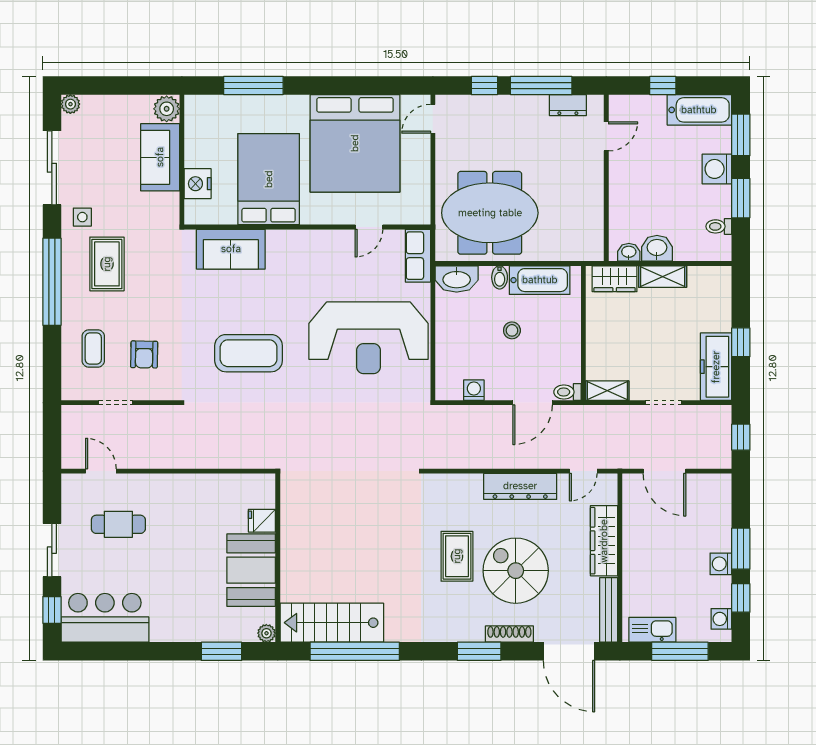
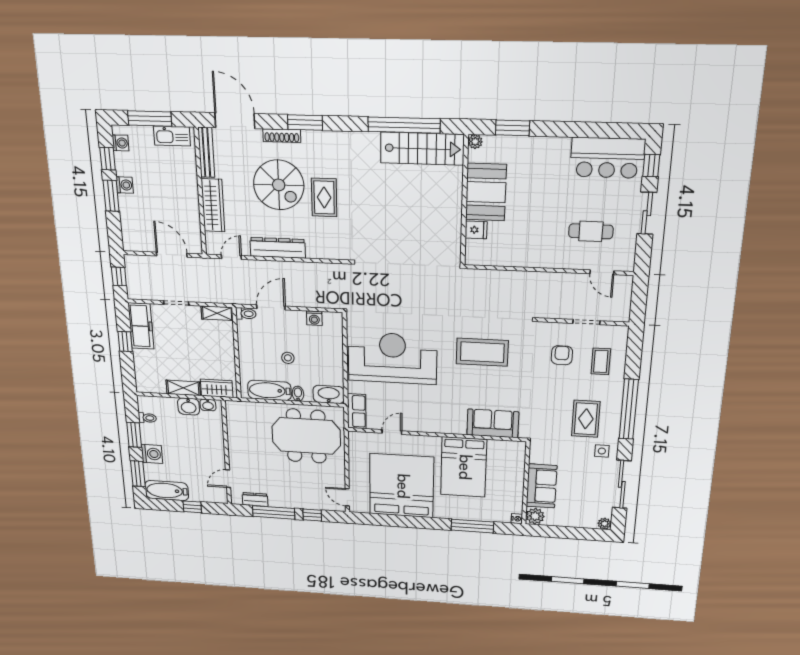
door: (433, 119) -> (347, 497), swing flipped
nightstand: (198, 184) -> (517, 519), moved, width x0.53, depth x0.56

